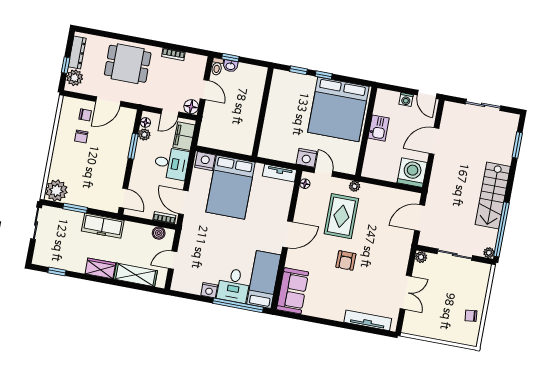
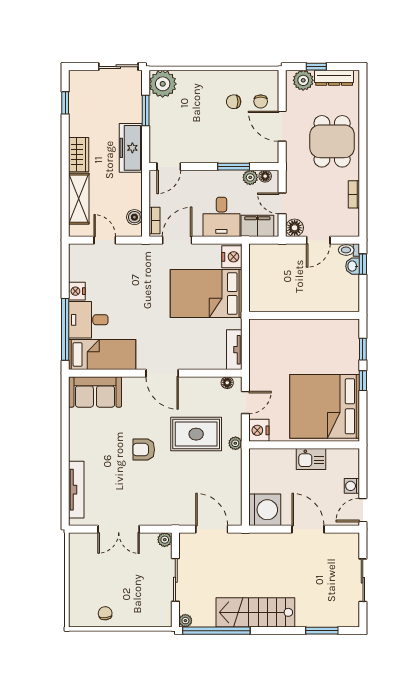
nightstand: (306, 158) -> (259, 430), moved

